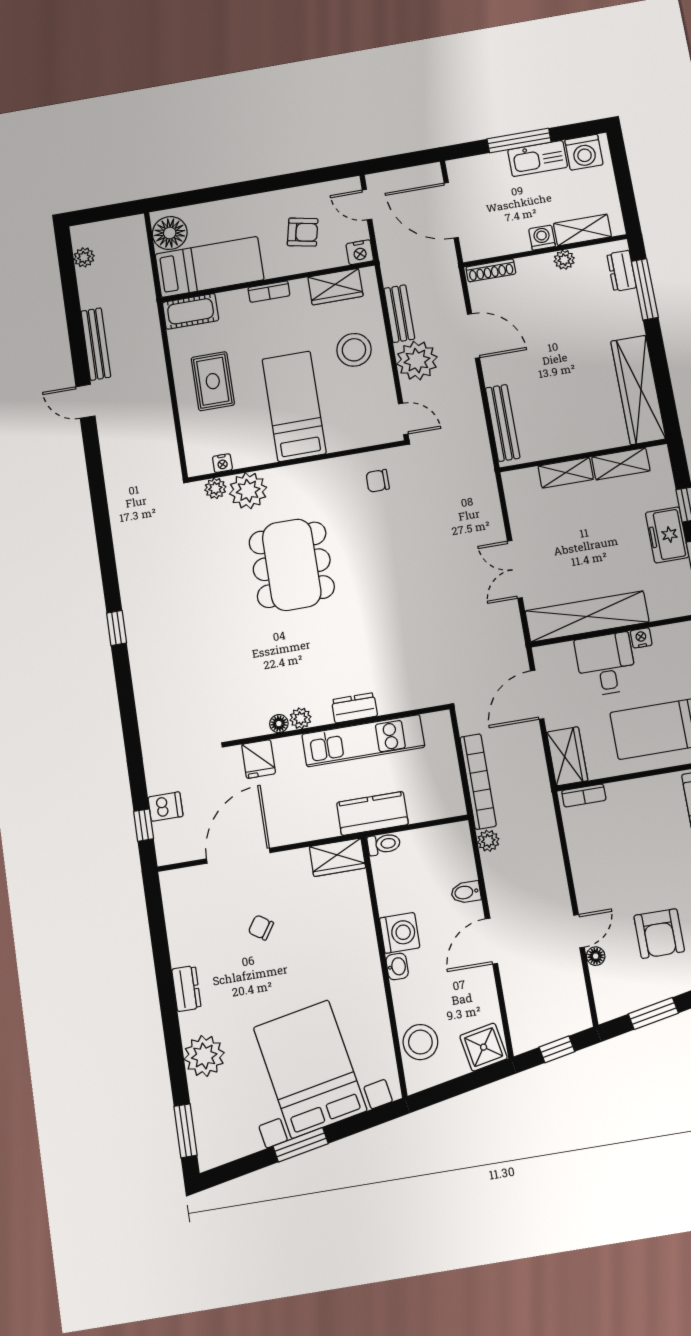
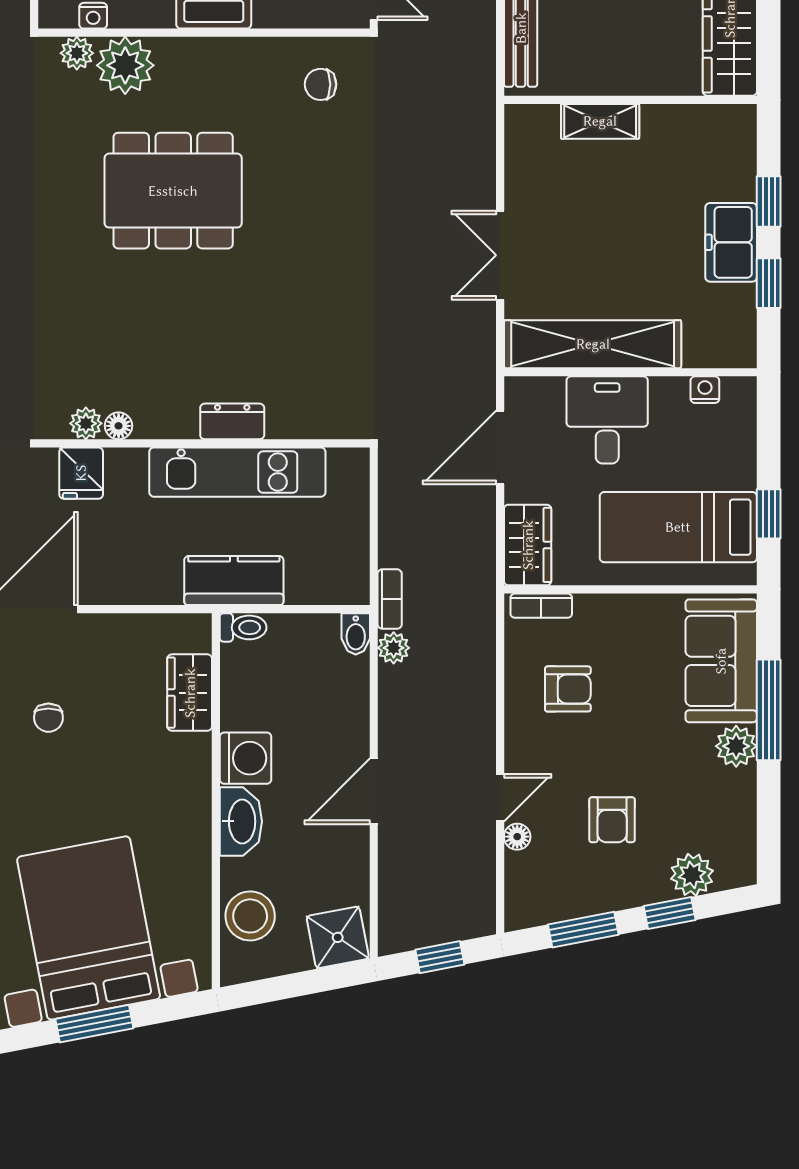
shelving: (621, 464) -> (684, 122), removed
dining table: (292, 565) -> (173, 191), turned 90
nightstand: (641, 638) -> (705, 390), moved
plant: (300, 718) -> (86, 423), moved
bookcase: (478, 781) -> (390, 599), width x0.43, depth x0.76
armchair: (612, 849) -> (568, 689), added
wardrobe: (337, 857) -> (190, 693), moved, turned 90
bidet: (466, 892) -> (356, 634), moved, turned -90
chair: (261, 928) -> (48, 718), turned -124
armchair: (659, 934) -> (612, 820), width x0.72, depth x0.72
washbasin: (397, 967) -> (241, 821), width x1.91, depth x1.45
window: (301, 1145) -> (94, 1024), moved

